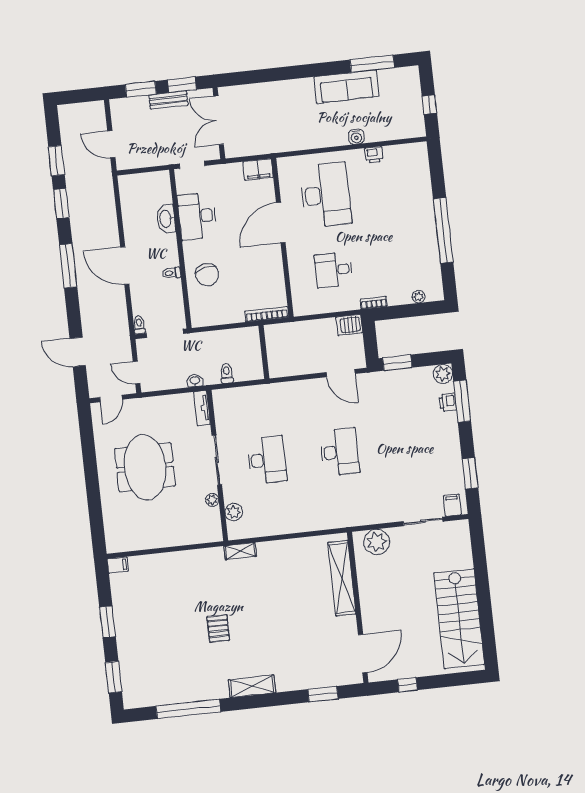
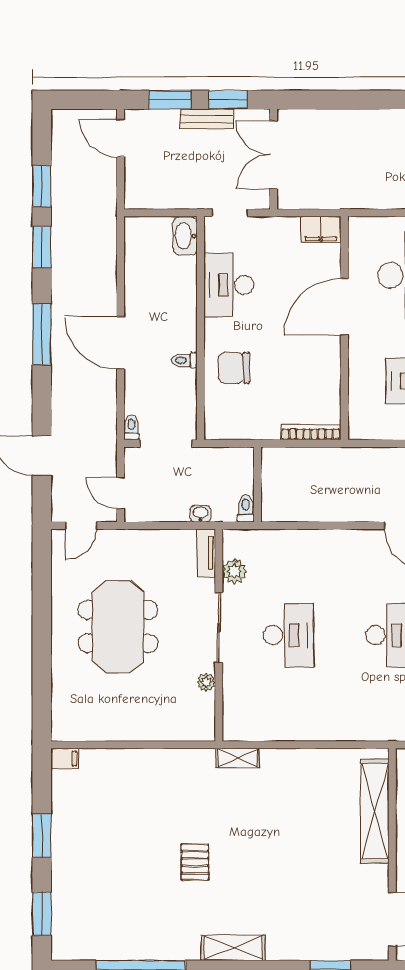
door: (111, 144) -> (121, 138), moved
washbasin: (166, 219) -> (185, 236), moved
chair: (207, 275) -> (234, 368), turned 103
wall: (264, 352) -> (258, 484), moved
plant: (234, 512) -> (234, 571), moved

